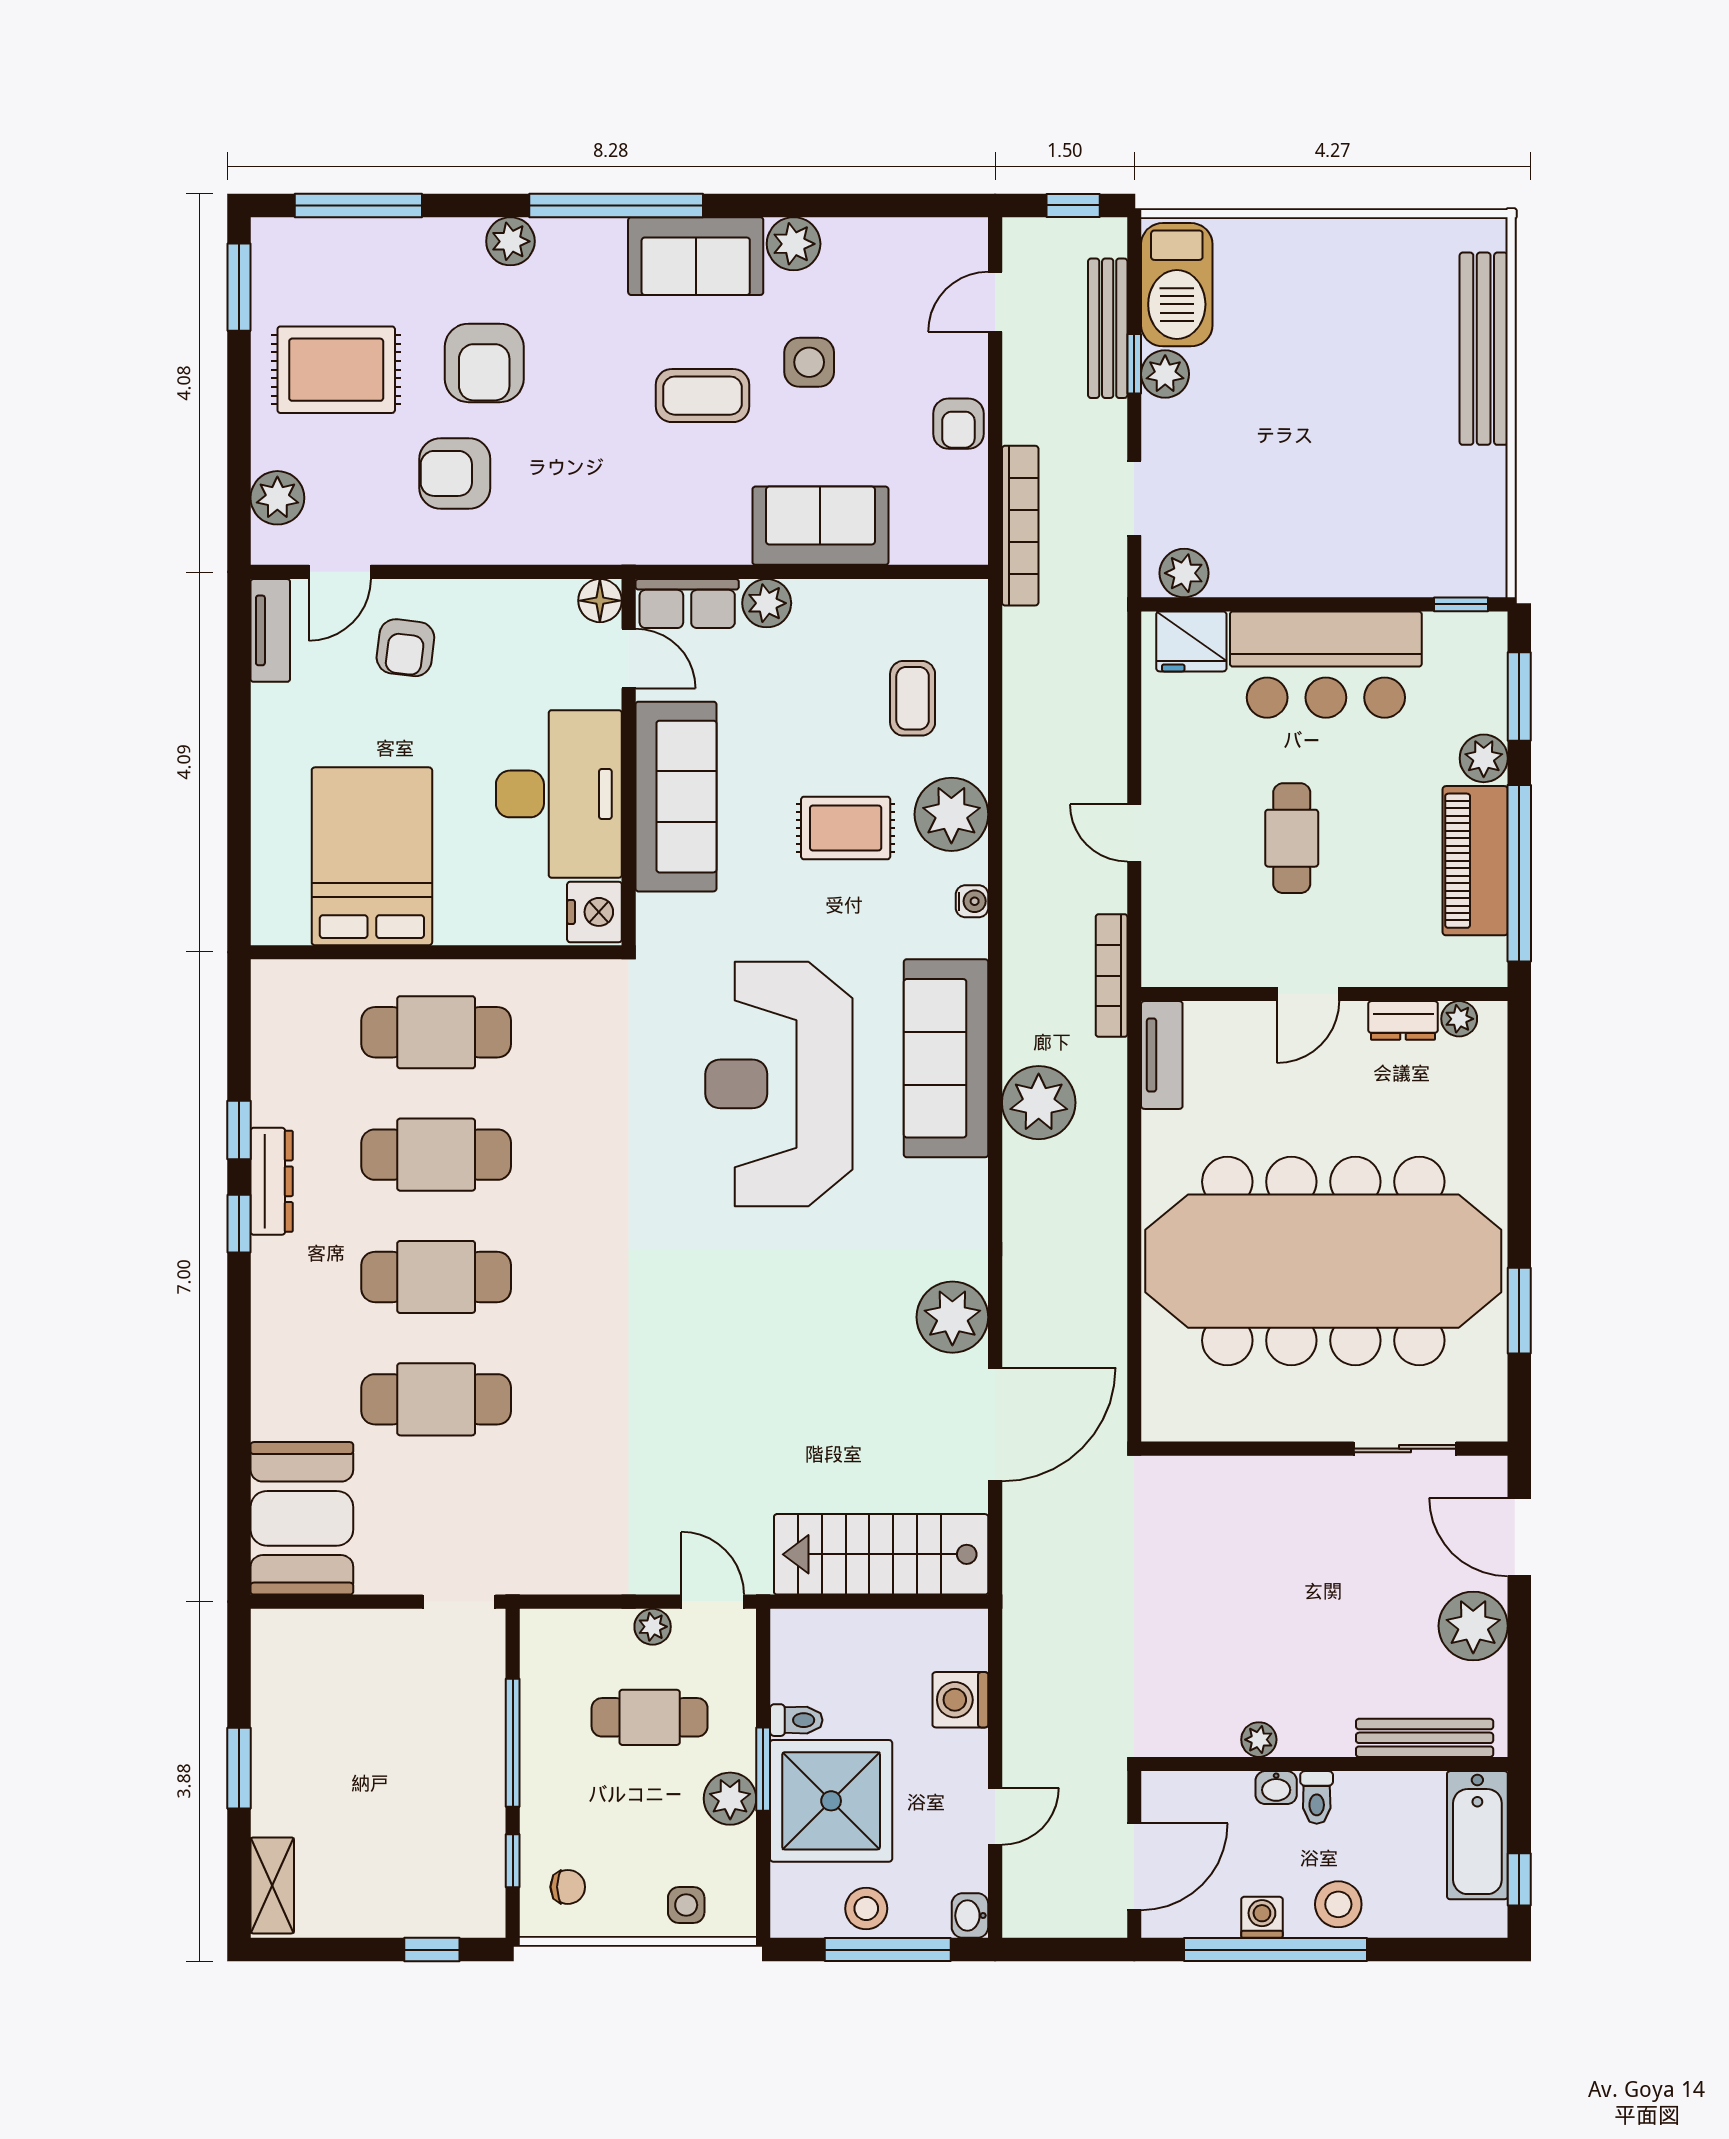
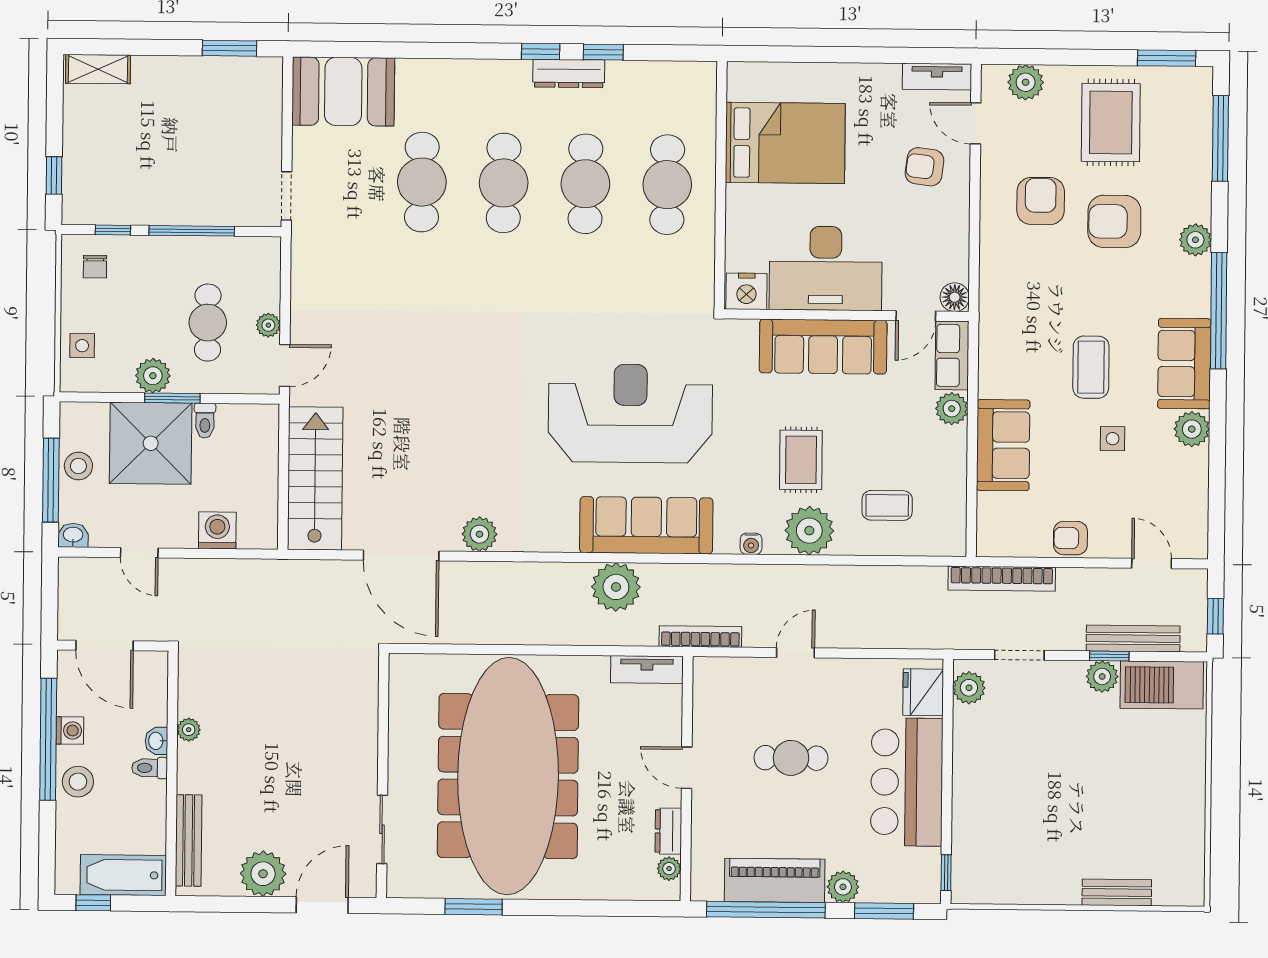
bench: (1484, 349) -> (1117, 893), width x0.54, depth x0.82
side table: (809, 362) -> (1112, 439), width x0.73, depth x0.73
plant: (952, 1317) -> (479, 534), width x0.73, depth x0.73
window: (239, 1768) -> (229, 48), moved

